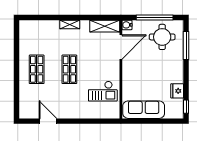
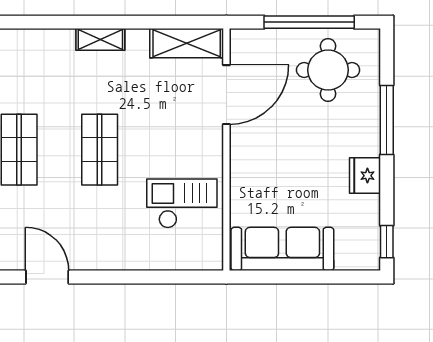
water cooler: (127, 25) -> (241, 40), removed
window: (186, 45) -> (387, 120), moved
checkout: (103, 91) -> (182, 203), turned 180
fridge: (177, 91) -> (365, 176), moved

